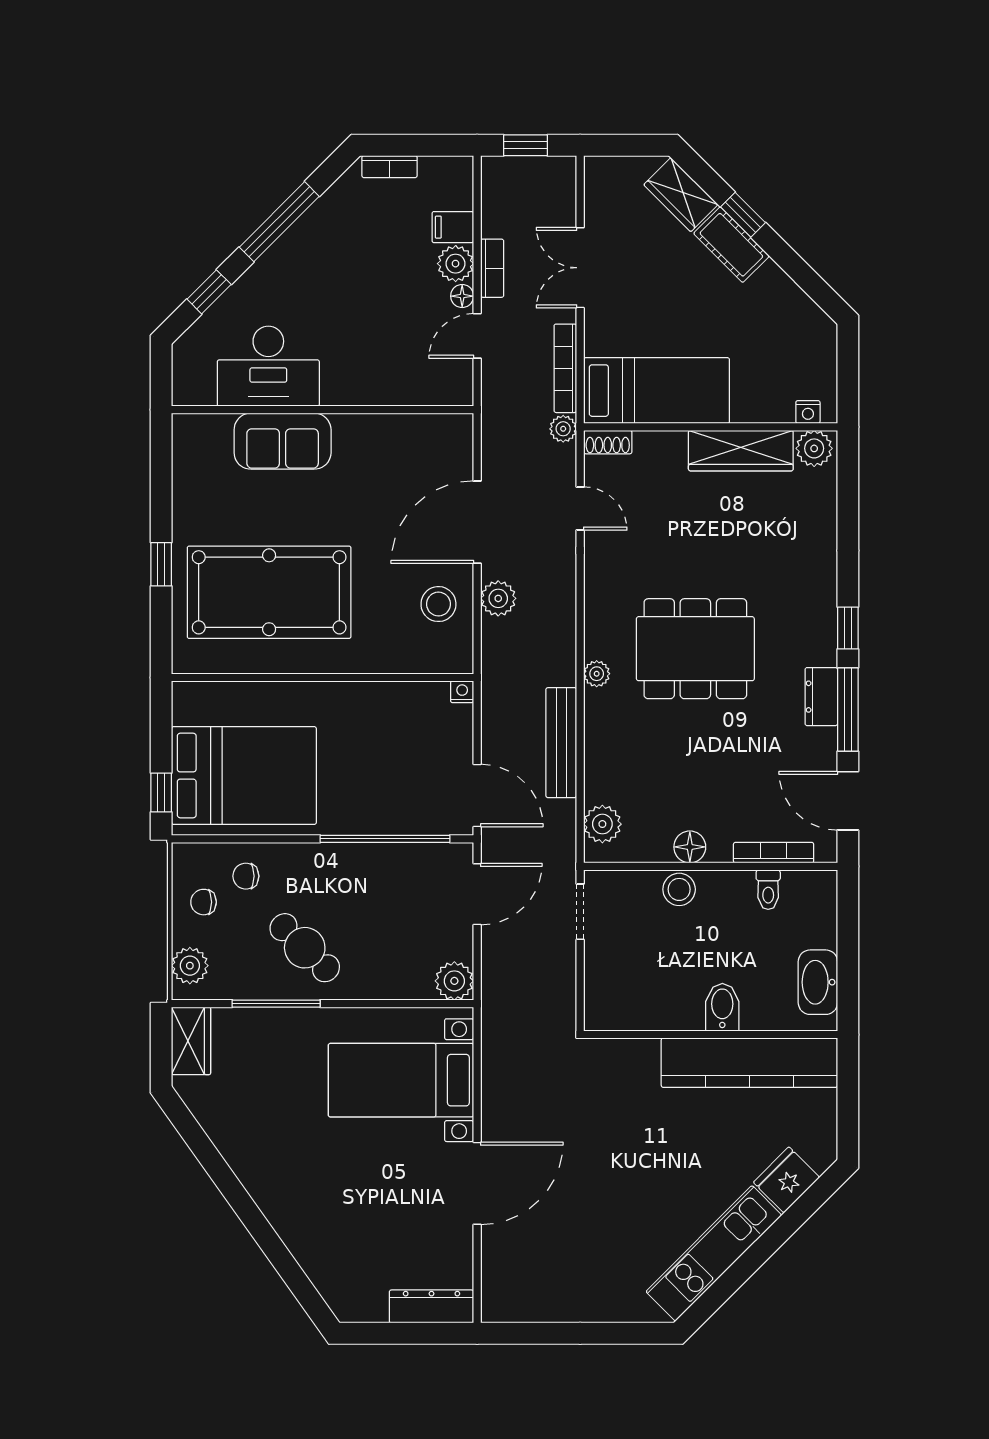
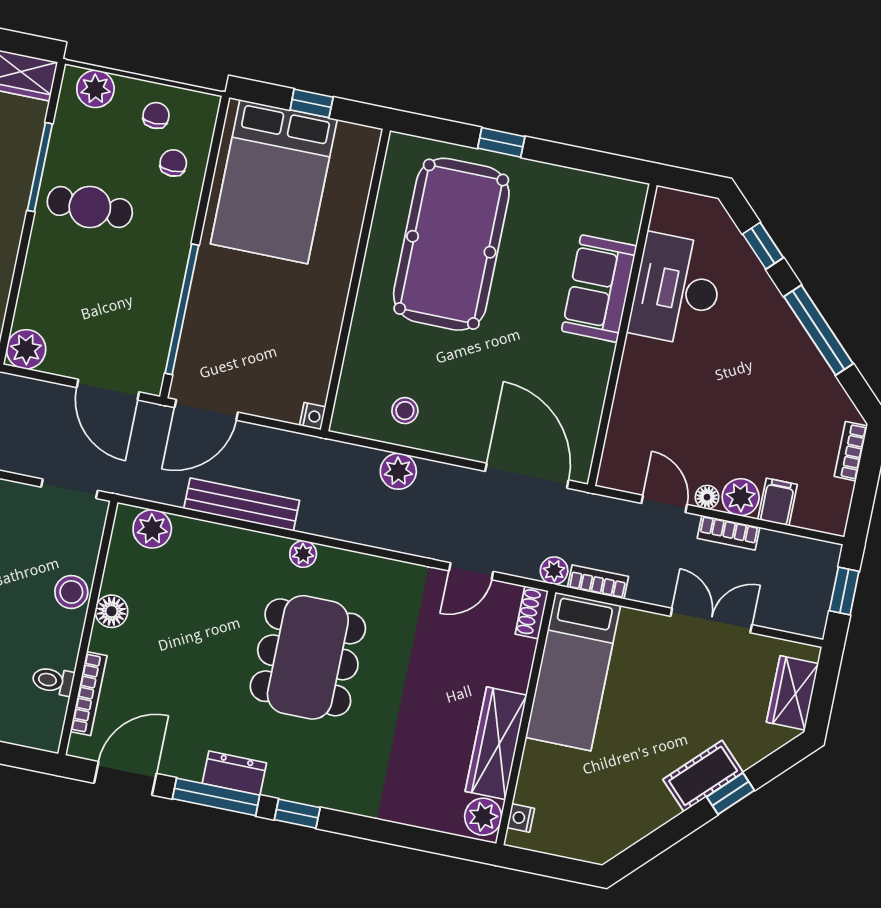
wardrobe: (681, 195) -> (793, 693), moved, turned -45
bookcase: (565, 368) -> (598, 582), width x0.64
door: (477, 522) -> (527, 476), moved
stool: (438, 604) -> (405, 411), width x0.73, depth x0.73
window: (161, 793) -> (312, 103), moved
cafe table: (305, 948) -> (90, 207), turned 46

